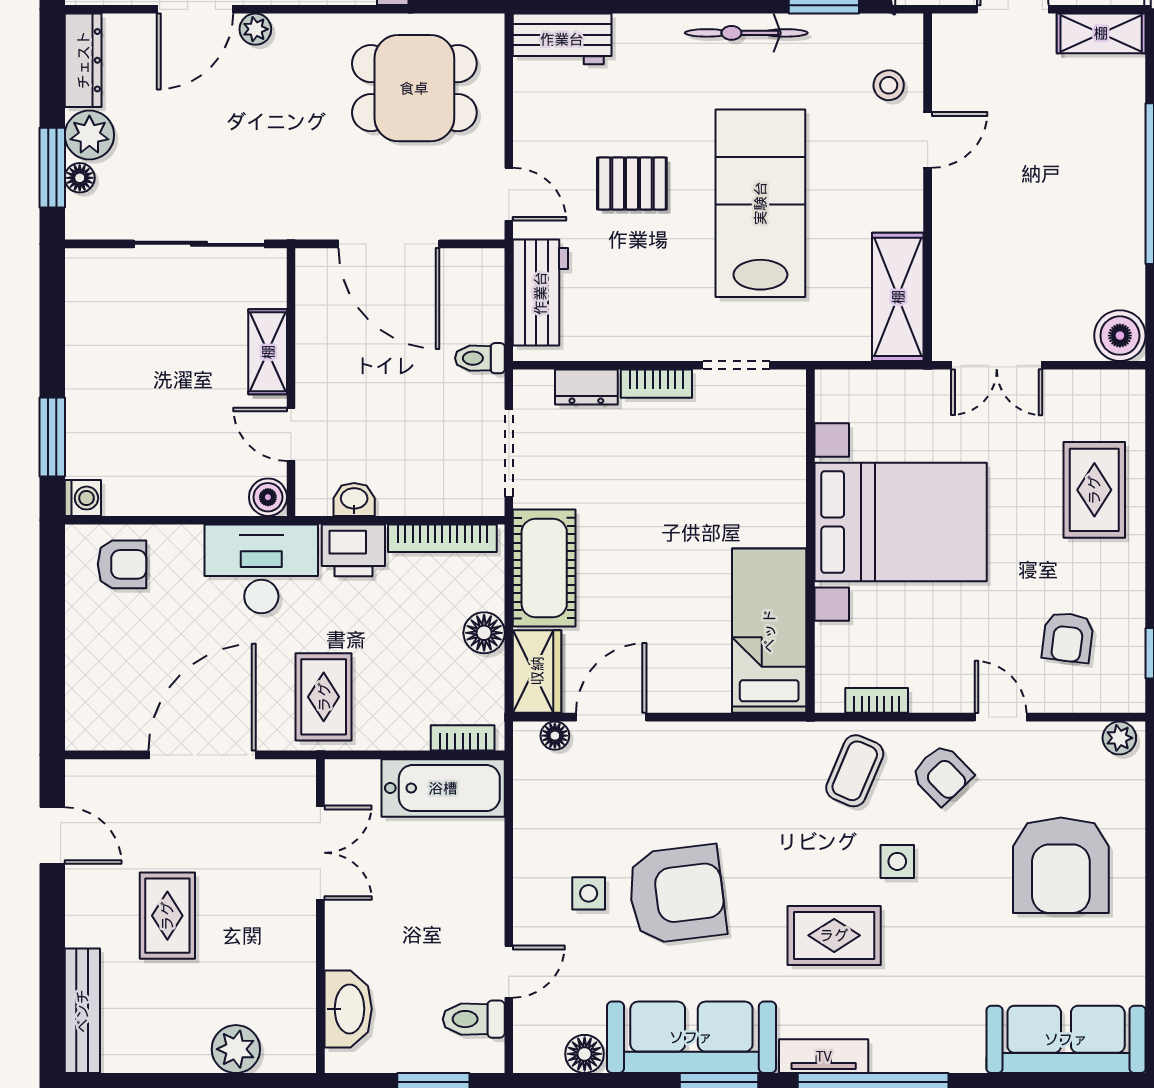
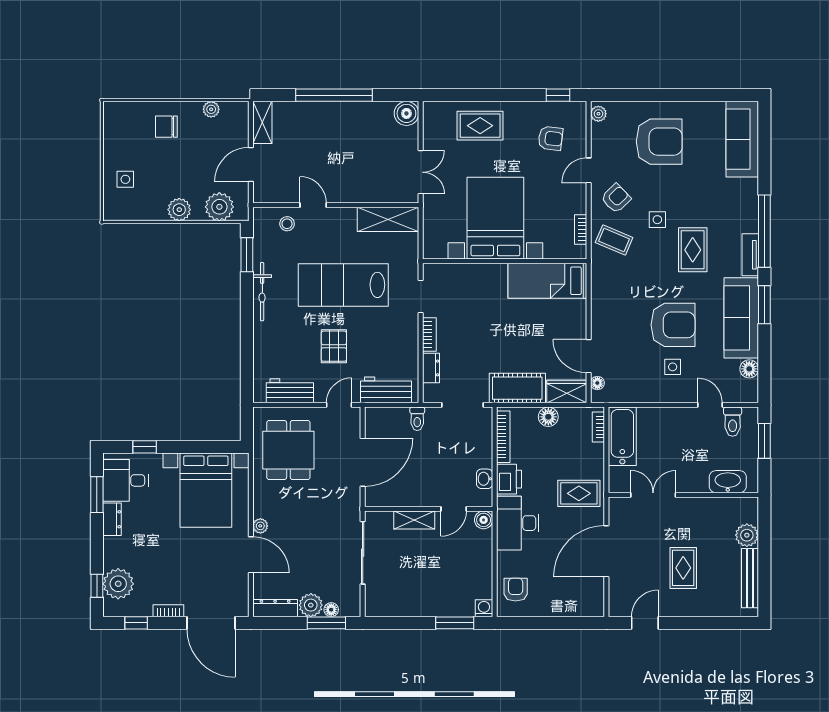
workbench: (562, 39) -> (290, 391), moved, turned -90
door: (202, 755) -> (606, 551), hinge flipped
armchair: (677, 894) -> (673, 325), turned 97
rug: (167, 916) -> (683, 568), turned 90
bench: (82, 1011) -> (750, 578), moved, turned 90

